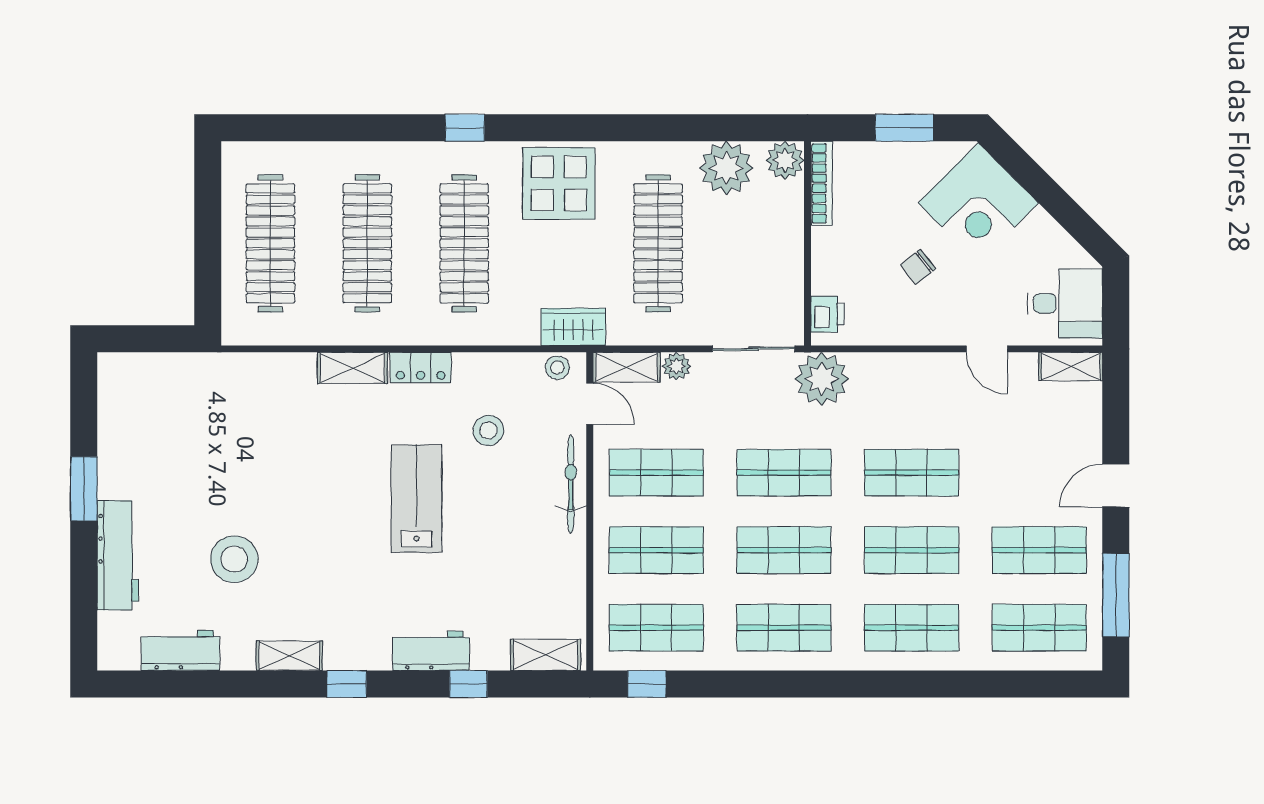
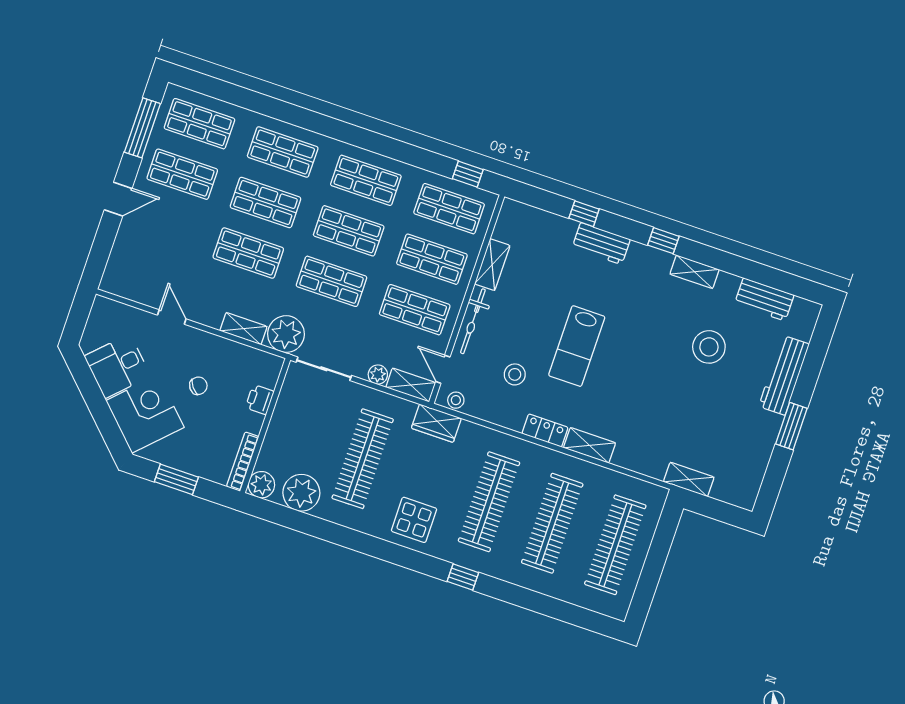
display table: (559, 183) -> (414, 520), width x0.73, depth x0.73
desk: (1065, 303) -> (117, 366), moved, turned -45
printer: (827, 314) -> (260, 400), moved
shelving: (200, 367) -> (689, 479), added
shelving: (1071, 367) -> (243, 329), moved
shelving: (546, 655) -> (492, 265), moved, turned 90

